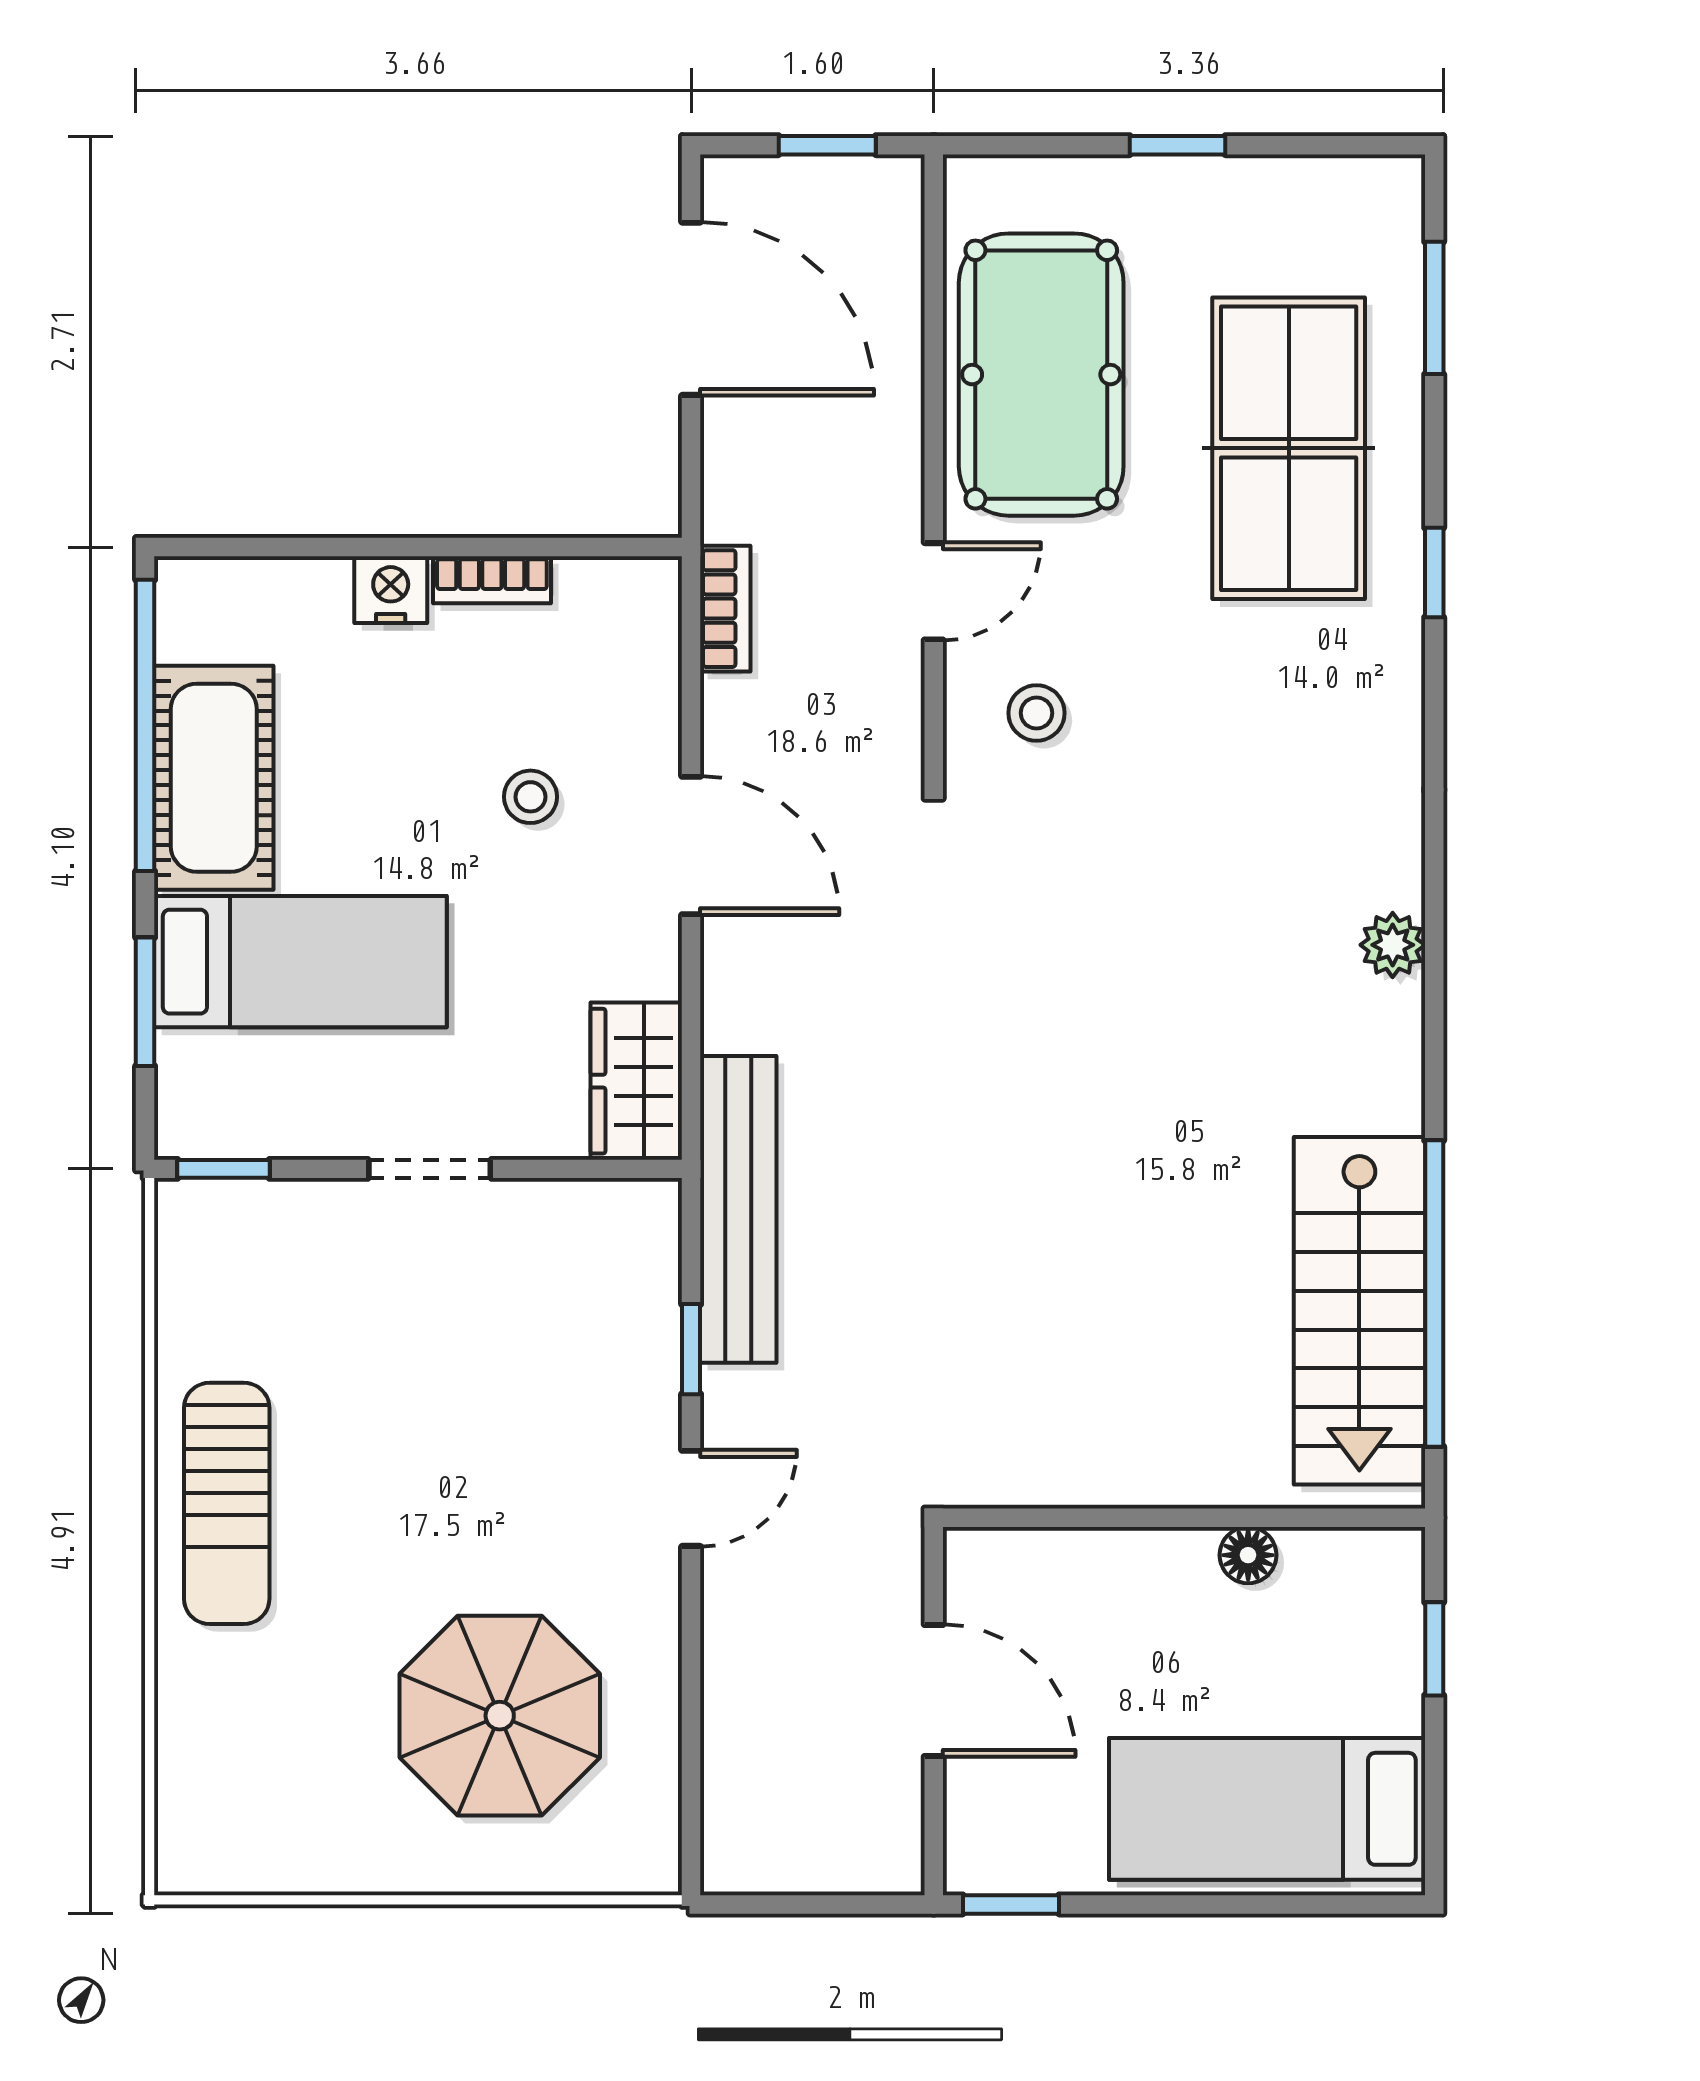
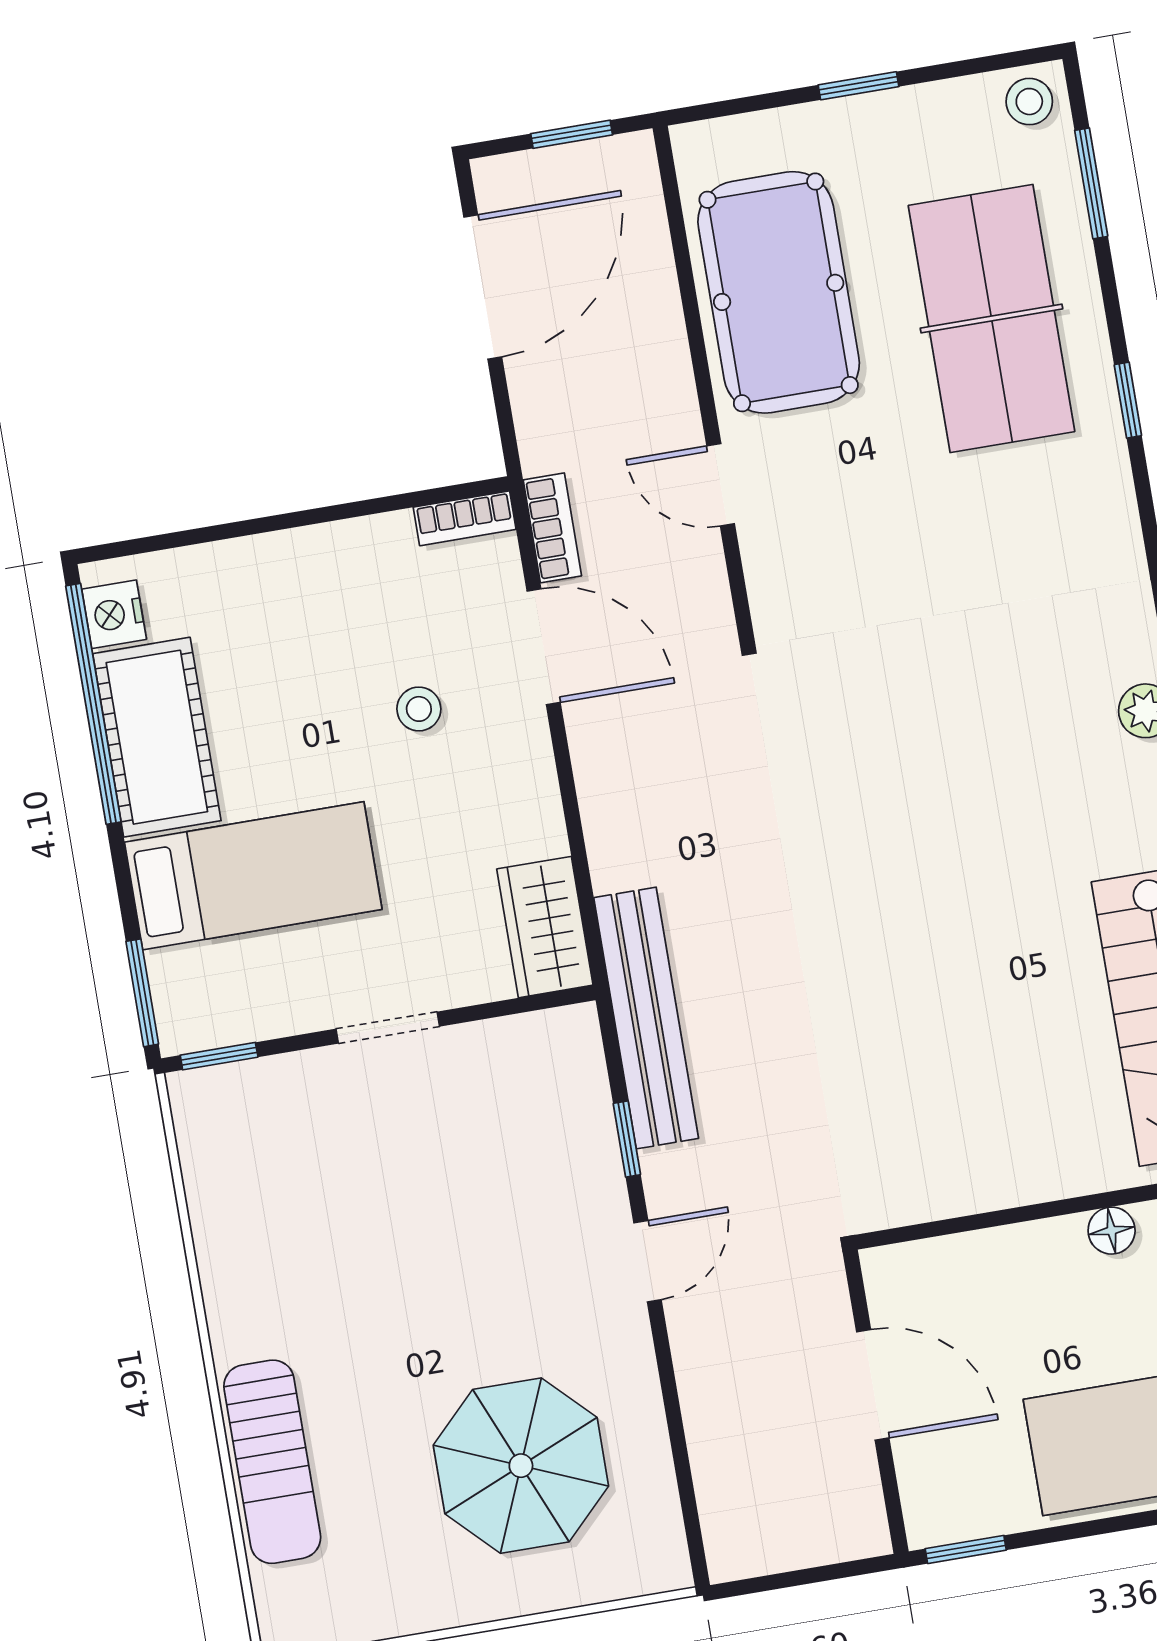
door: (691, 309) -> (483, 287), hinge flipped
bookcase: (492, 580) -> (465, 518), moved
nightstand: (391, 590) -> (114, 614), moved, turned -90
door: (934, 591) -> (721, 485), swing flipped
stool: (1037, 713) -> (1029, 102), moved
door: (691, 846) -> (544, 647), moved
window: (145, 1002) -> (142, 993), moved
sun lounger: (227, 1503) -> (272, 1462), moved

